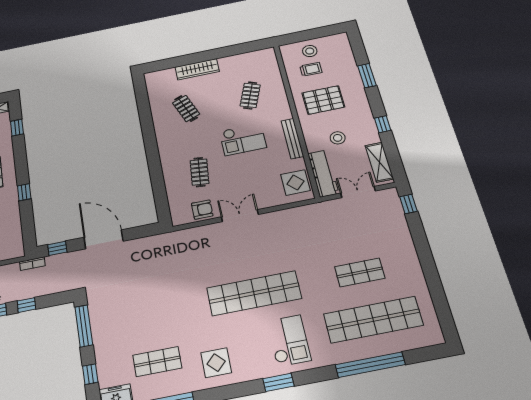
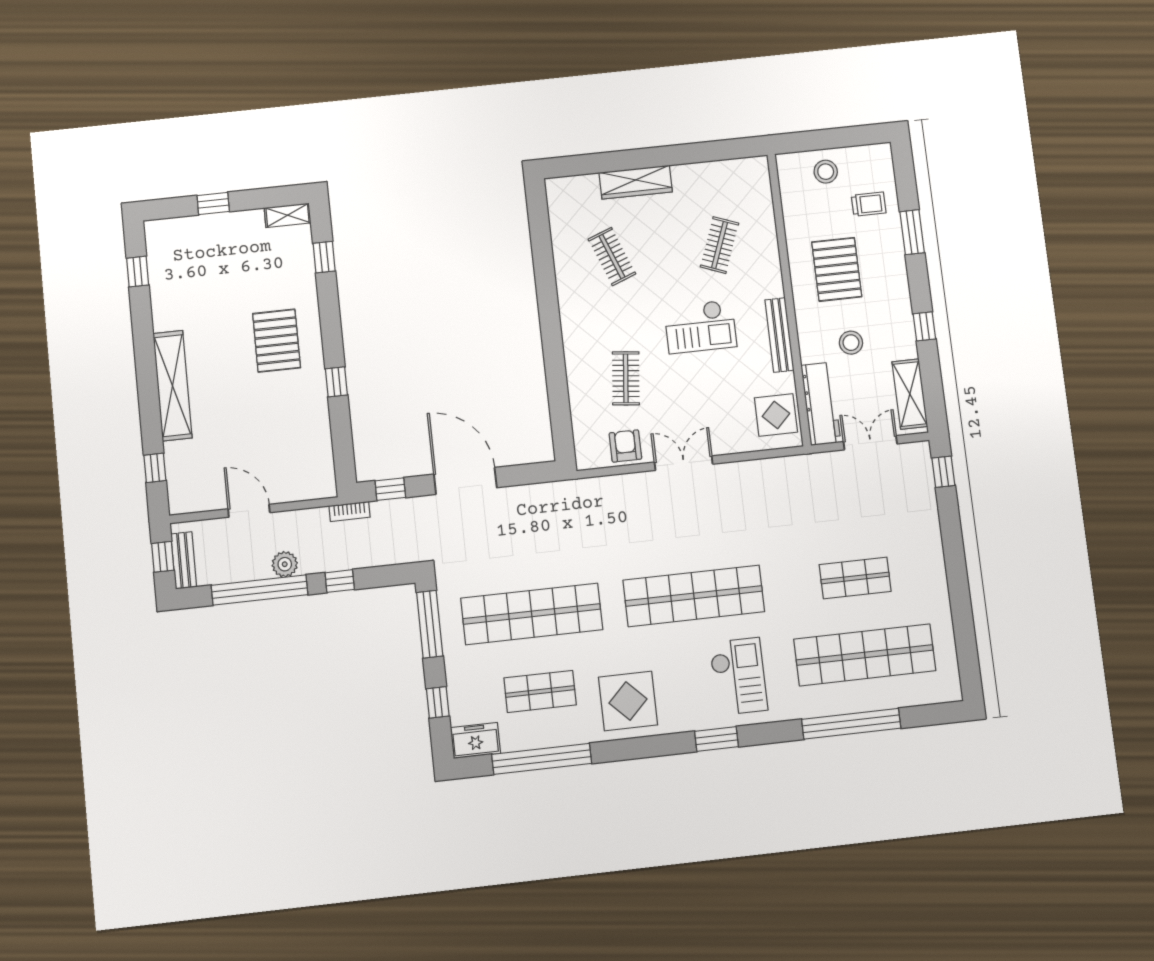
trolley: (311, 69) -> (869, 204), moved
pallet: (323, 100) -> (837, 269), turned 90
armchair: (202, 210) -> (625, 446), turned -90
shop shelf: (149, 314) -> (532, 614), added
display table: (216, 363) -> (628, 701), width x1.36, depth x1.36

